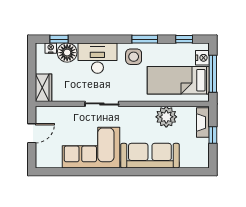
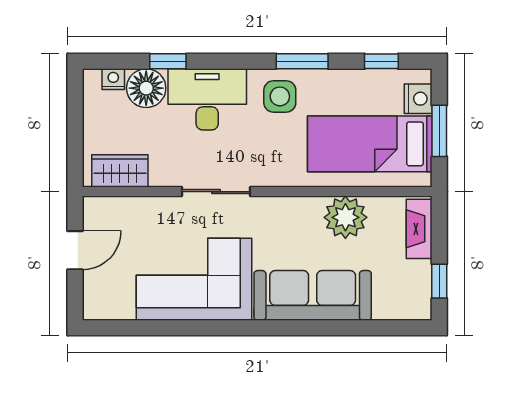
window: (59, 39) -> (168, 61), moved
window: (213, 74) -> (439, 131), width x0.69
wardrobe: (44, 88) -> (120, 171), moved, turned -90
window: (213, 135) -> (439, 281), moved

